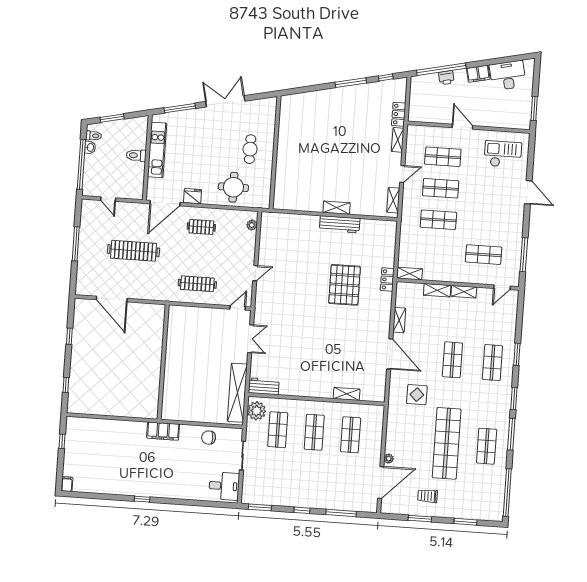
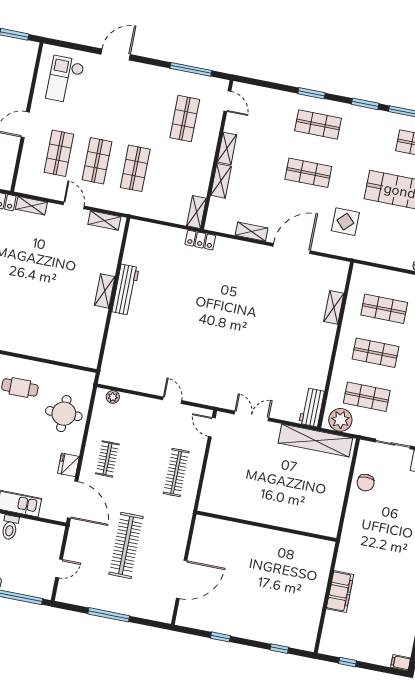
pallet: (345, 285) -> (200, 293), removed
filing cabinet: (163, 431) -> (340, 592), moved

